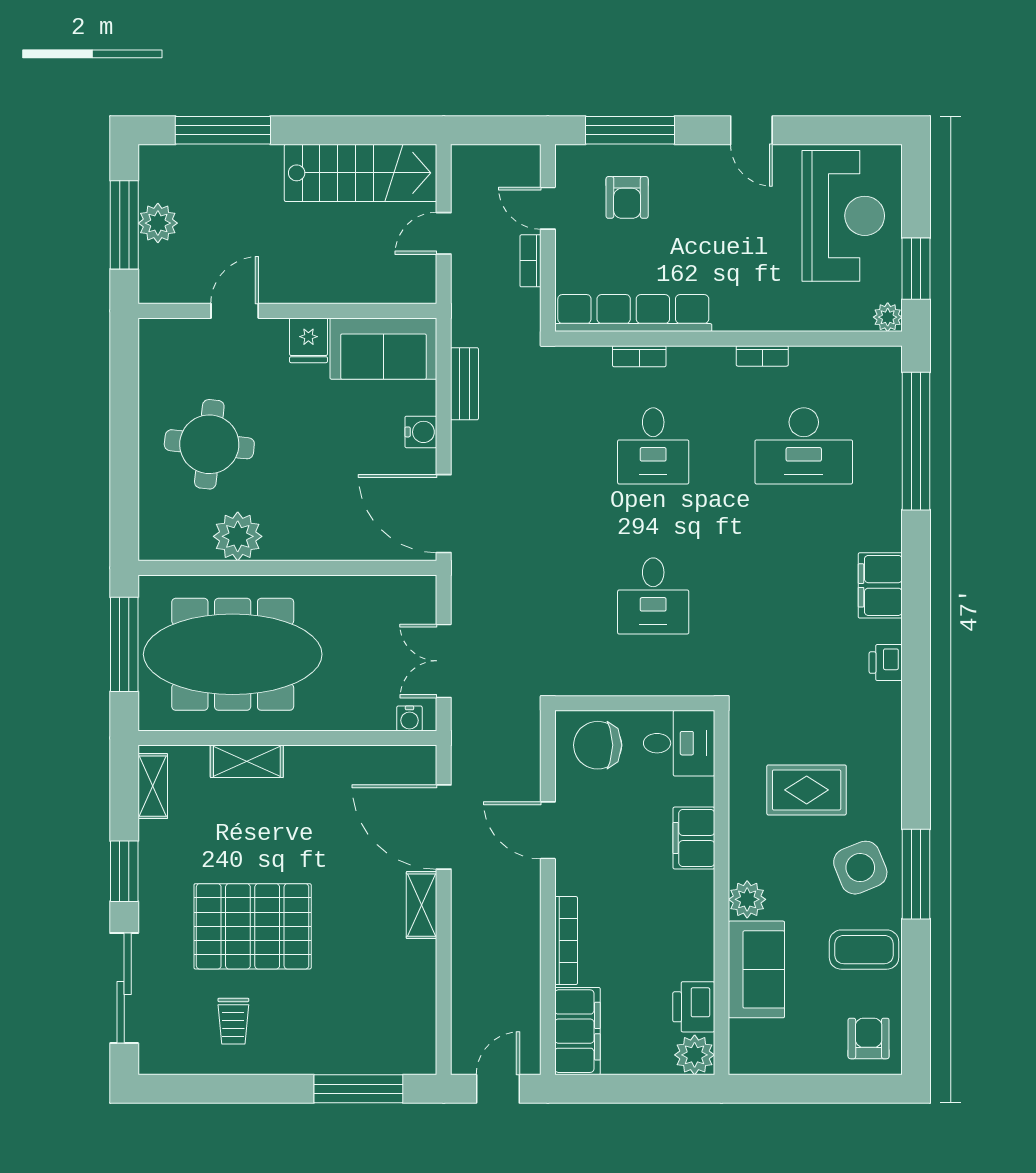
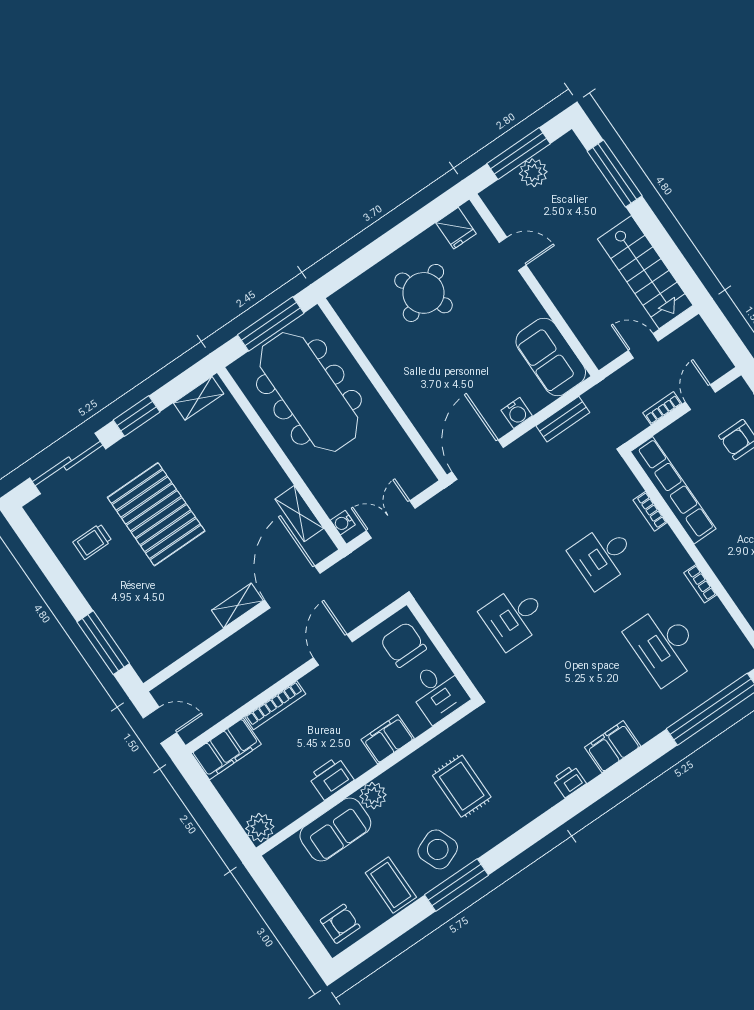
fridge: (308, 340) -> (456, 228), moved, turned -90
round table: (209, 444) -> (423, 293), turned -31
plant: (238, 536) -> (381, 347), removed
shelving: (247, 761) -> (299, 514), moved
printer: (694, 1007) -> (331, 778), moved

